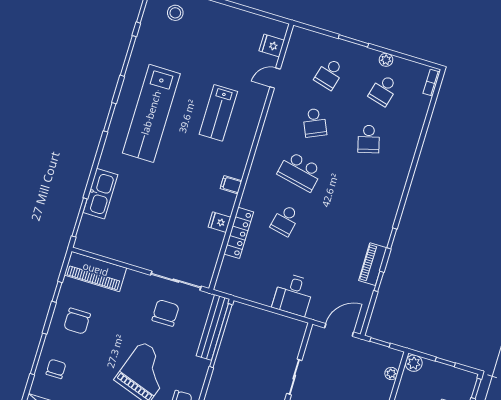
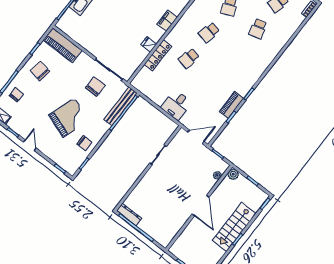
school desk: (300, 171) -> (209, 32), width x0.54
filing cabinet: (231, 185) -> (167, 21), width x2.00
chair: (77, 321) -> (40, 71), turned 100

